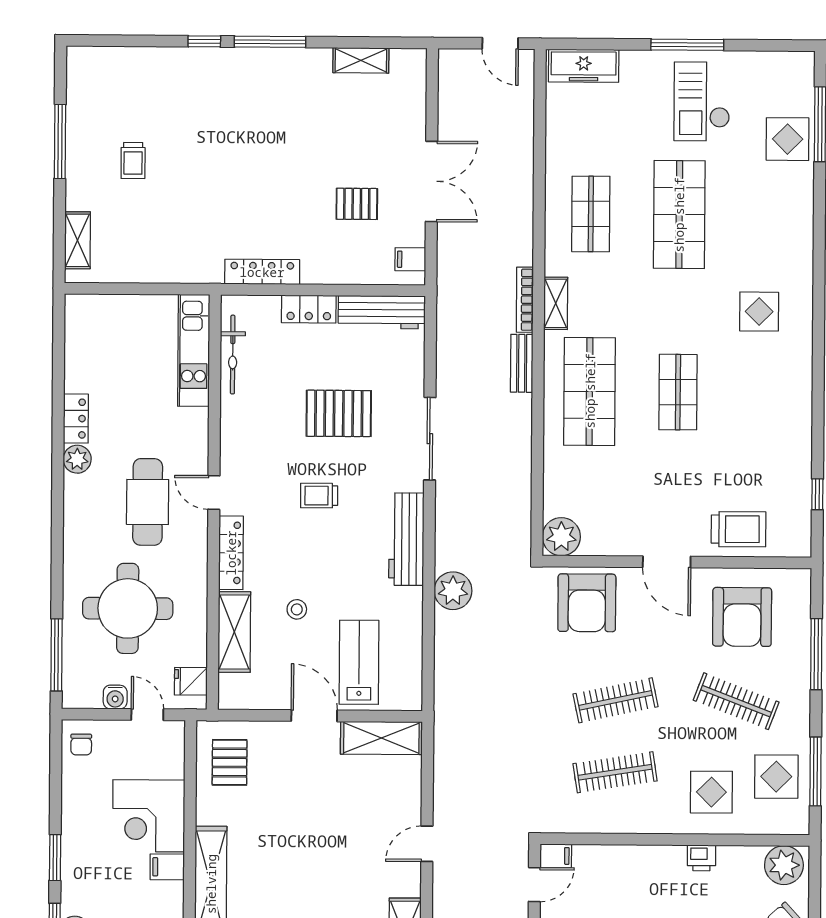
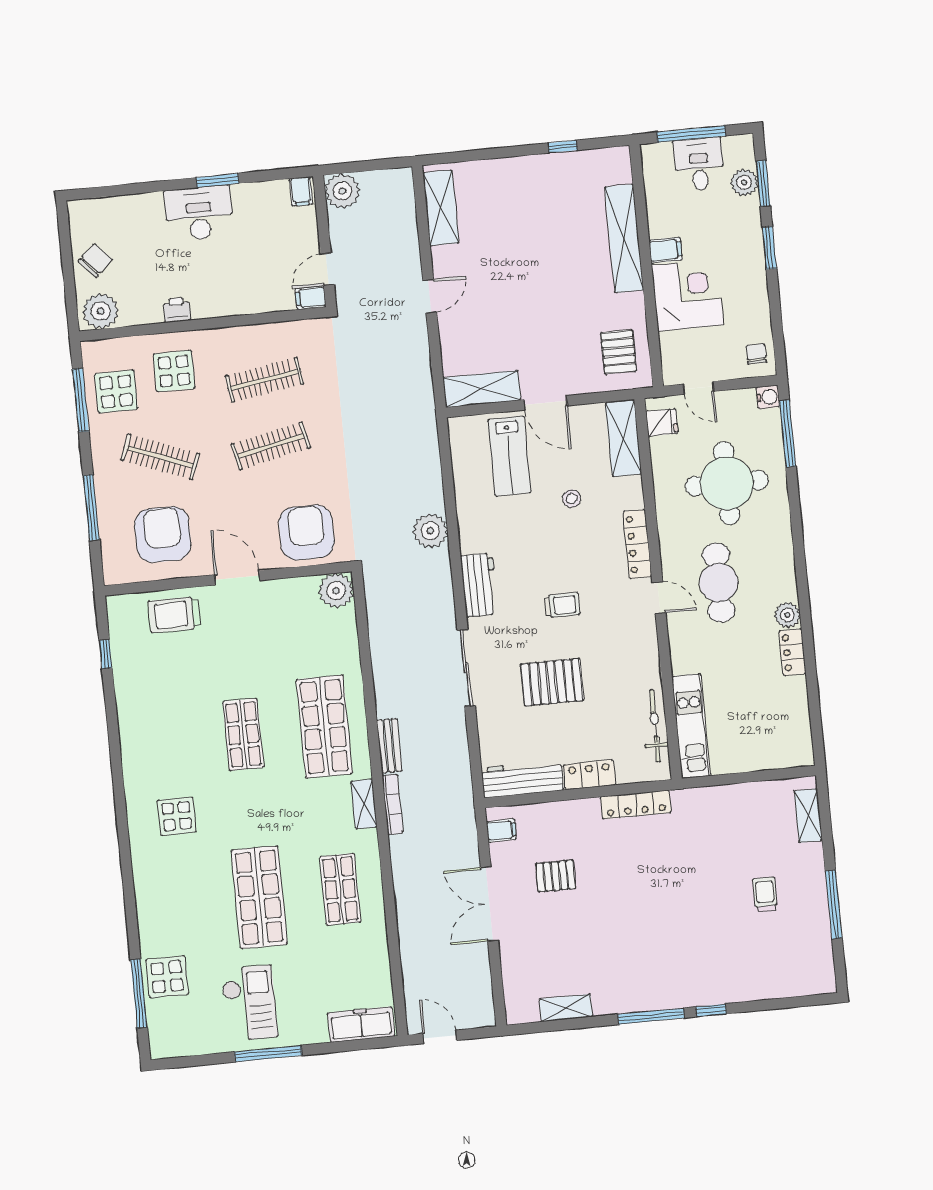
workbench: (406, 539) -> (479, 585), width x0.73
shelving: (234, 632) -> (623, 438), moved
water cooler: (115, 697) -> (768, 397), moved, turned 90

